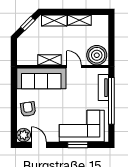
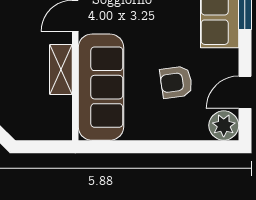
armchair: (28, 109) -> (176, 82), moved

